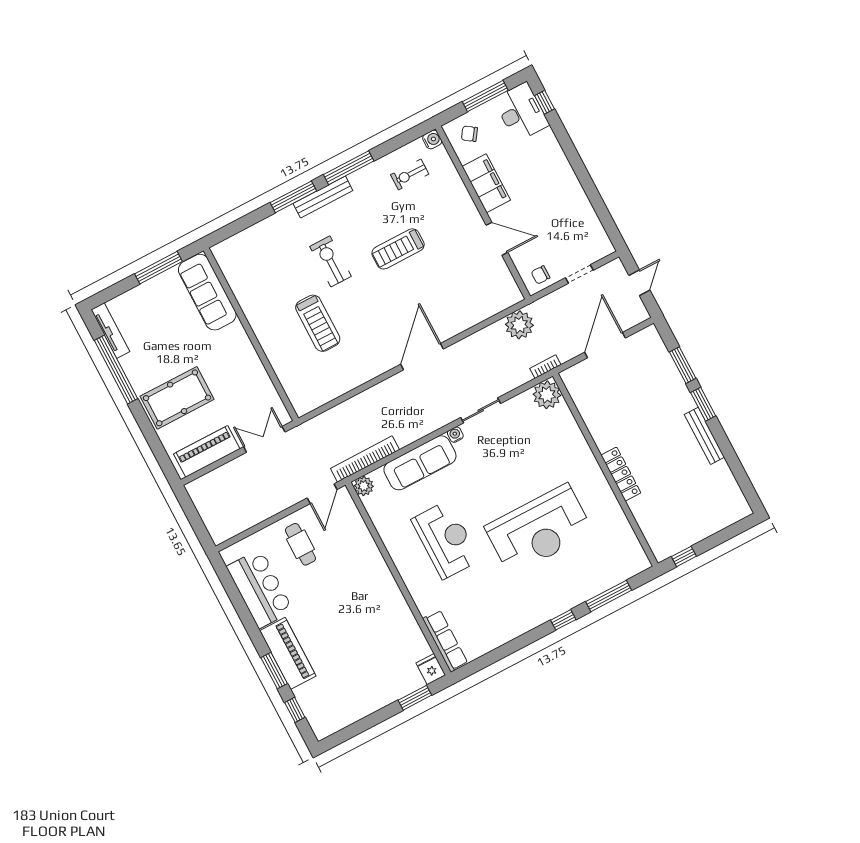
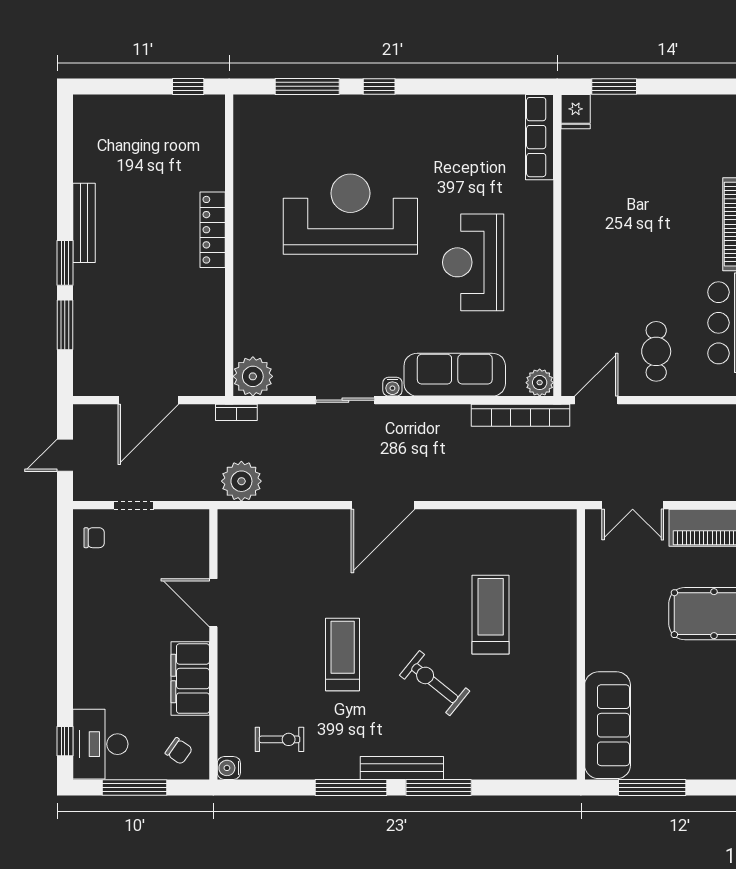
treadmill: (398, 249) -> (343, 655), turned -90
exercise bike: (330, 261) -> (435, 683), turned 129
chair: (541, 275) -> (94, 538), moved

